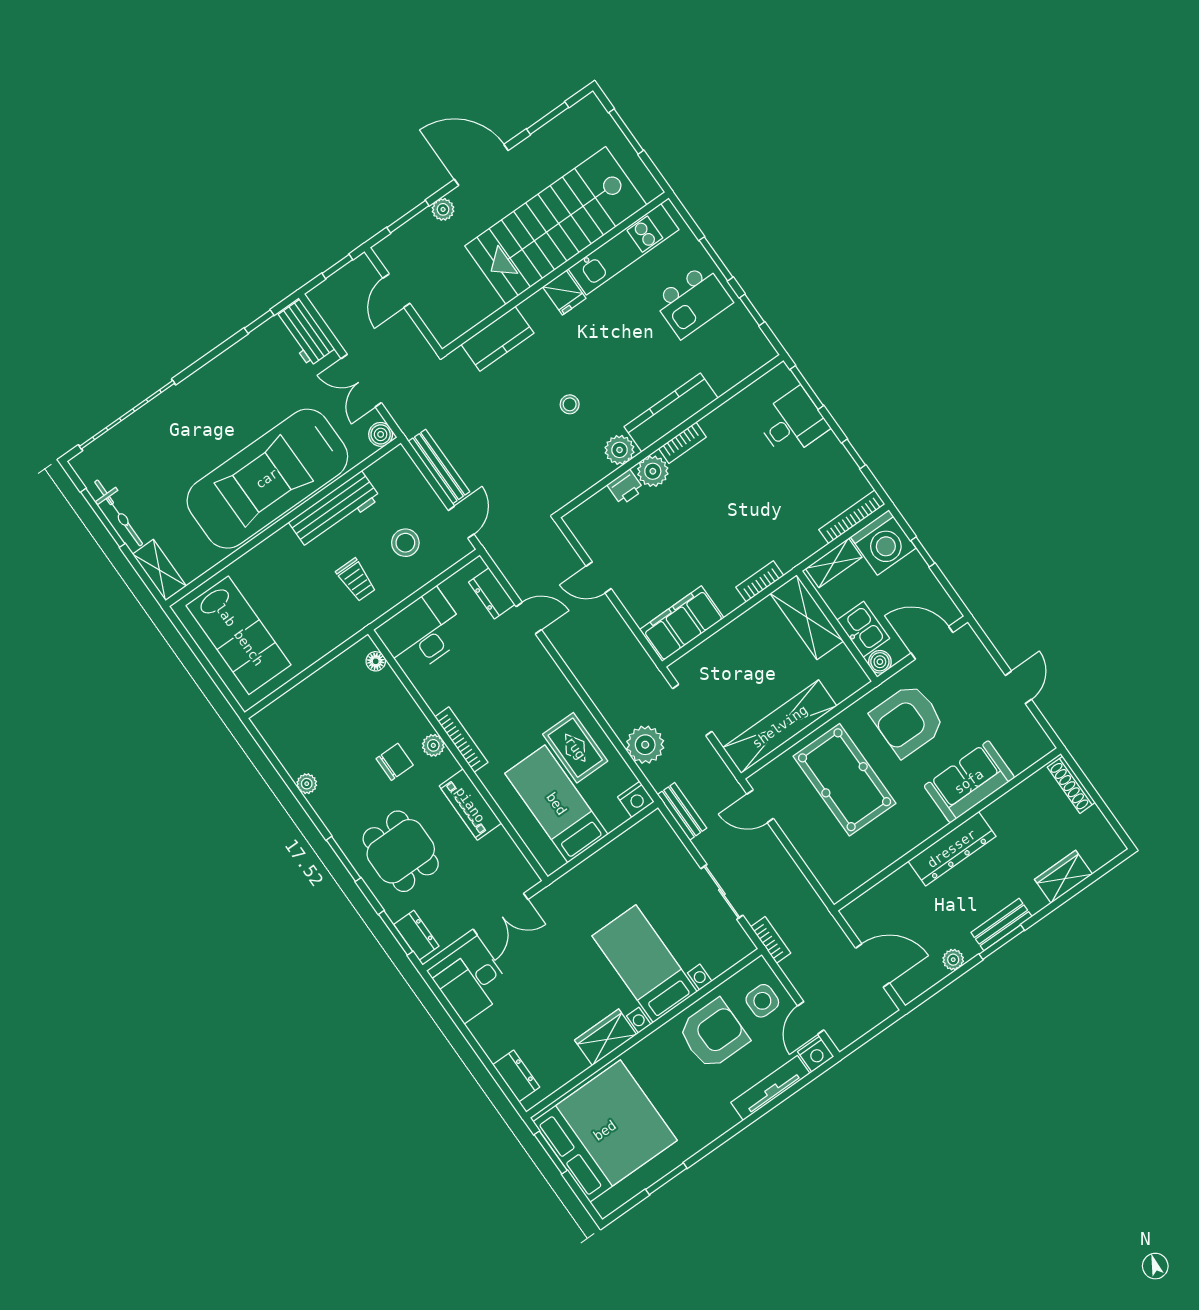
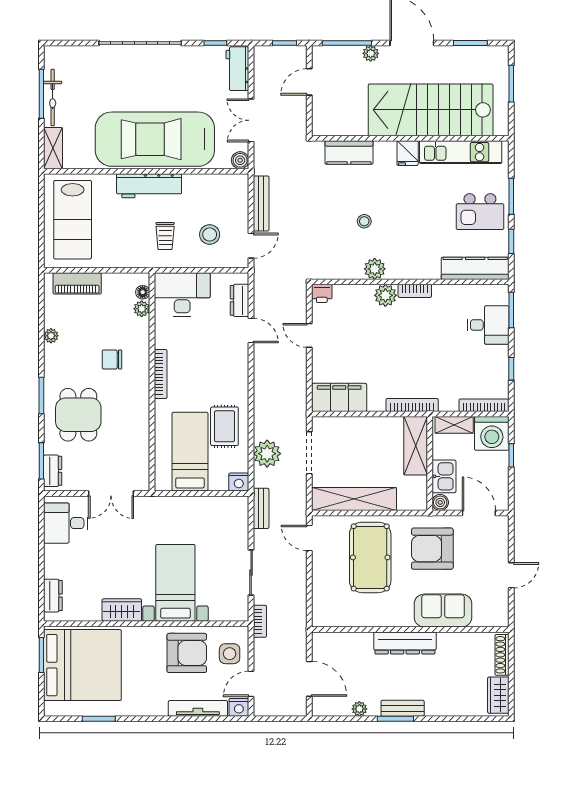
window: (408, 217) -> (347, 43), width x1.44
kitchen counter: (671, 412) -> (475, 268), moved
garage door: (127, 415) -> (140, 43), moved
printer: (625, 487) -> (322, 293), moved
workbench: (335, 510) -> (149, 186), moved
bookcase: (760, 581) -> (412, 405), width x1.56
plant: (433, 745) -> (142, 309), moved
chair: (395, 762) -> (112, 359), turned 180
piano: (470, 805) -> (77, 283), moved, turned -90
wardrobe: (1063, 877) -> (498, 695), moved, turned -90

